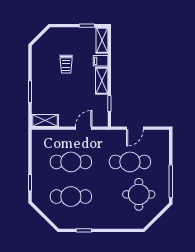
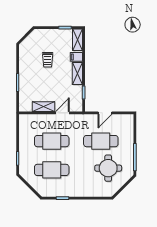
shelving: (45, 120) -> (43, 107), moved

